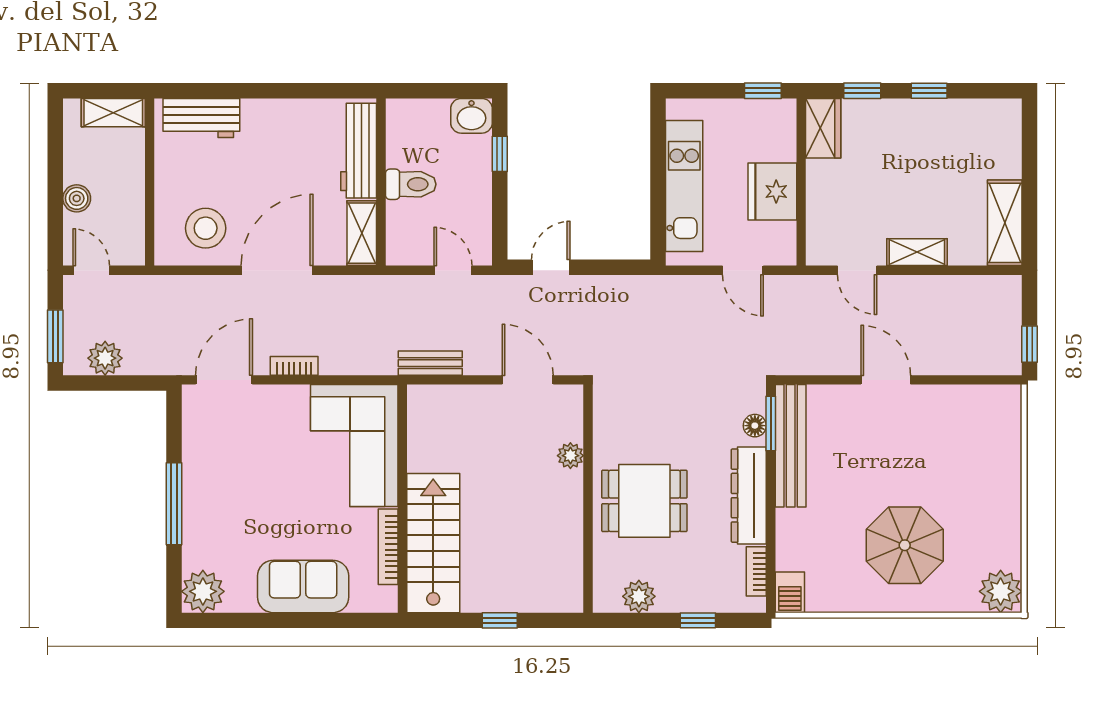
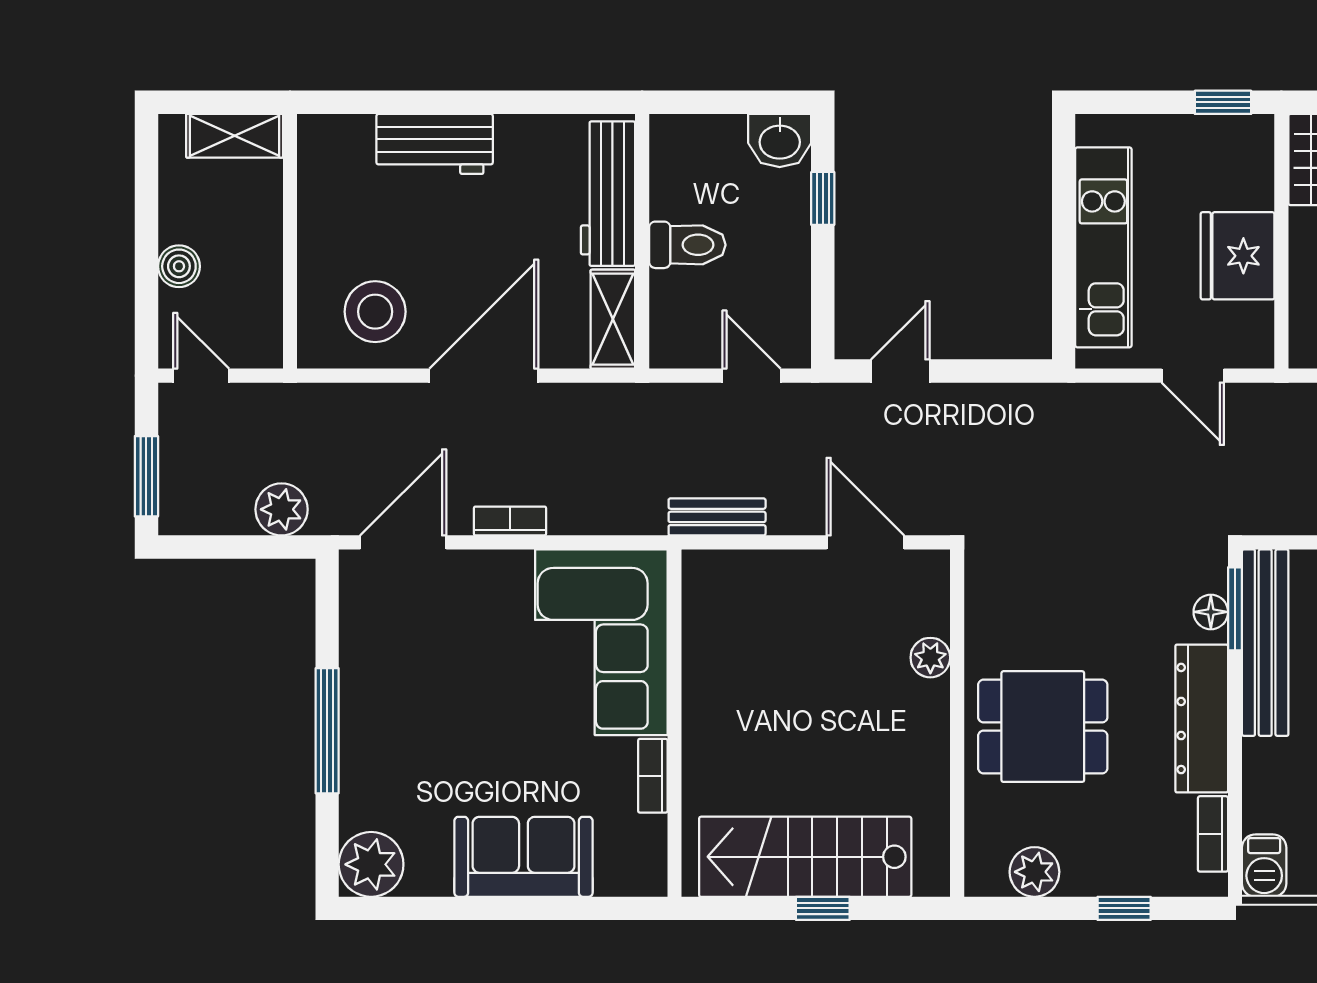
workbench: (201, 118) -> (435, 144), moved
plant: (105, 358) -> (282, 509), moved
stairs: (433, 543) -> (805, 857), moved, turned -90
bookcase: (388, 547) -> (653, 776), width x0.64

